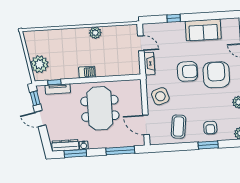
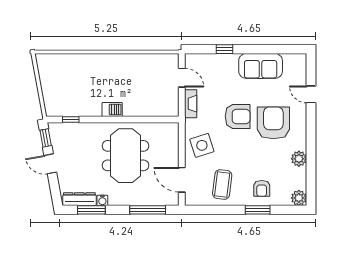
plant: (95, 33) -> (126, 61), removed
plant: (39, 64) -> (54, 96), removed
tv unit: (58, 89) -> (74, 128), removed

